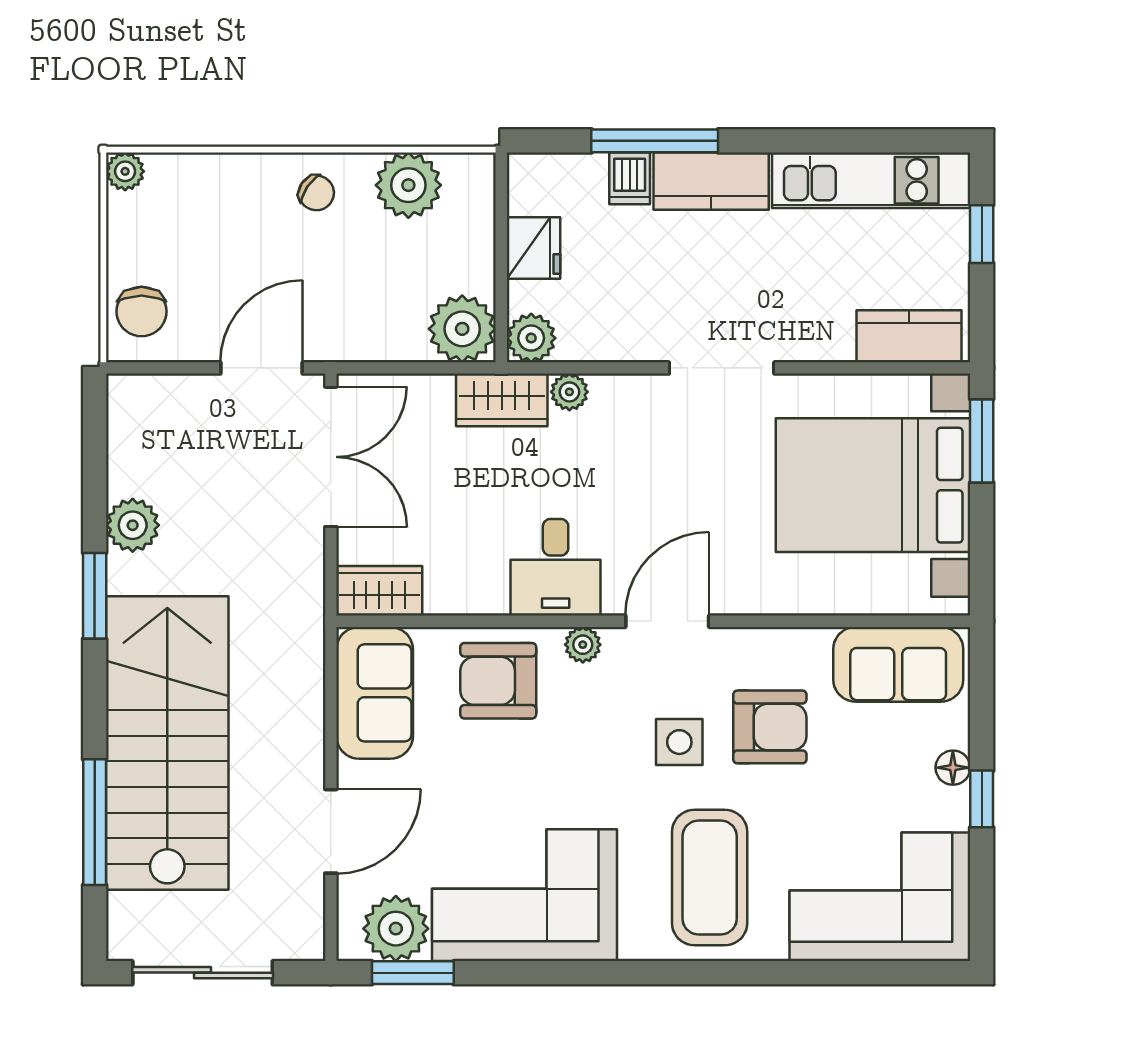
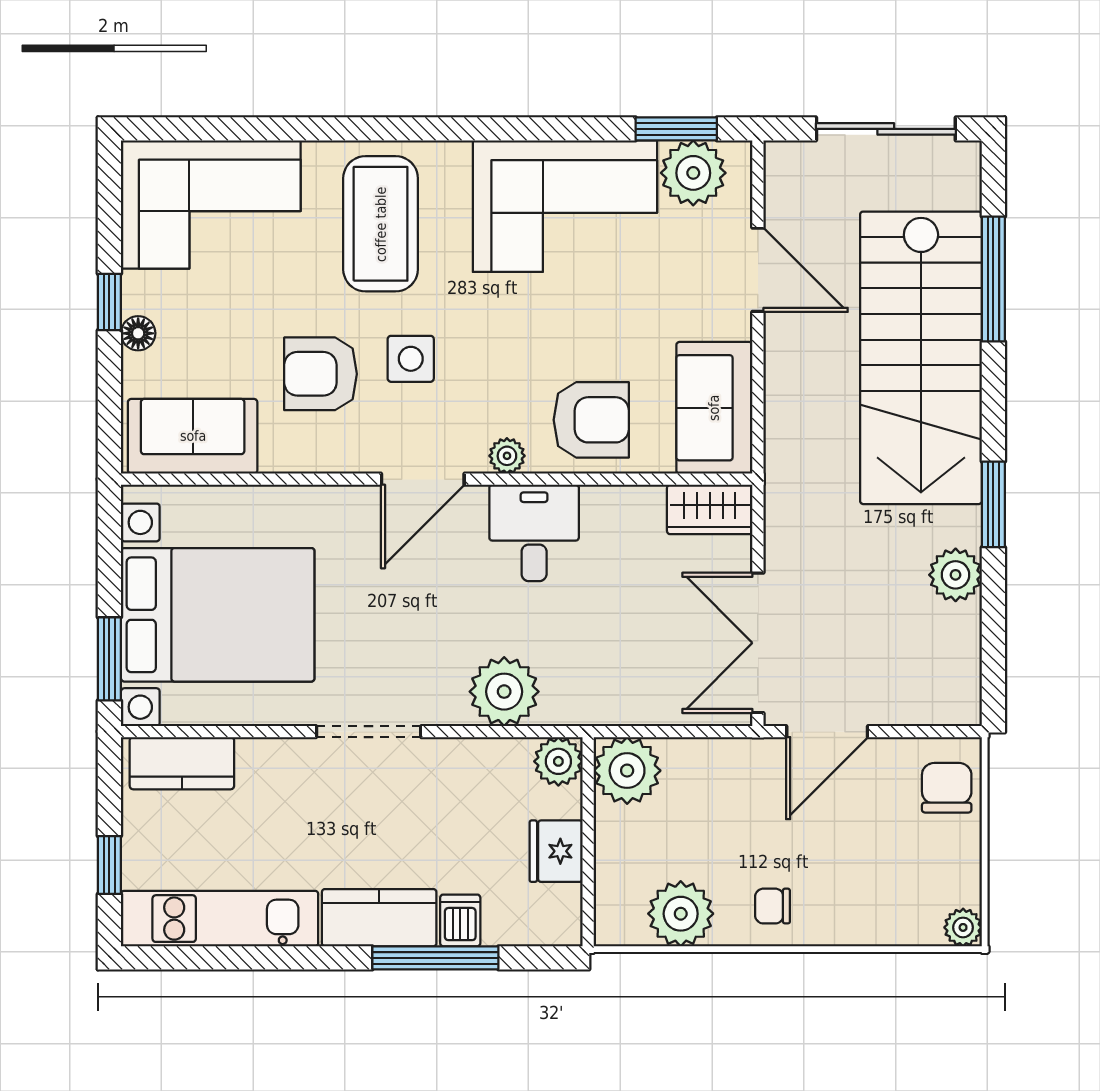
chair: (316, 193) -> (772, 906), turned -34
plant: (569, 392) -> (504, 692), width x1.88, depth x1.88
wardrobe: (502, 400) -> (588, 700), removed
door: (331, 831) -> (758, 270), swing flipped

